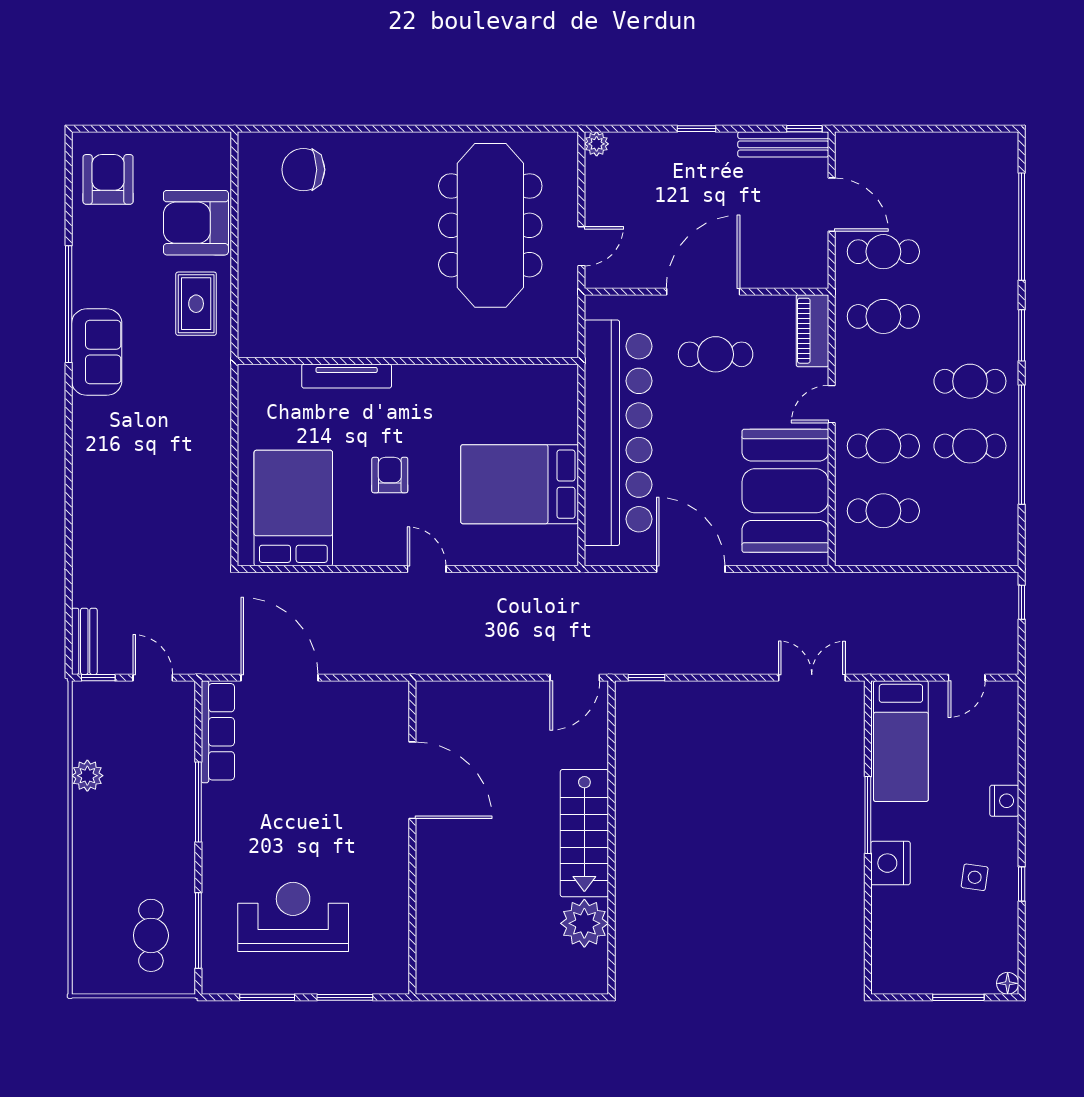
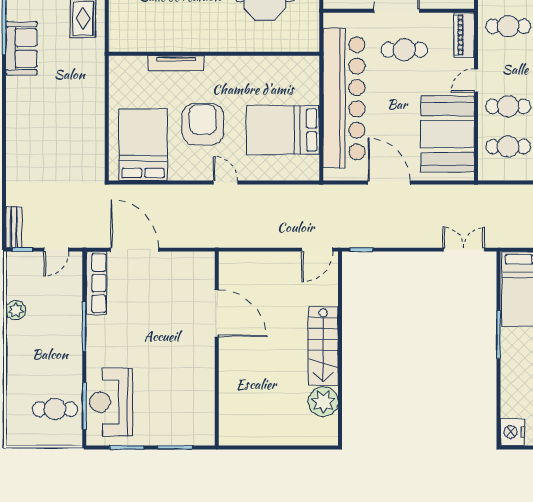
armchair: (390, 475) -> (203, 124), width x1.88, depth x1.88
door: (153, 678) -> (56, 250), swing flipped
nightstand: (890, 863) -> (512, 432), moved
reception desk: (293, 917) -> (111, 402), moved, turned -90
cafe table: (151, 935) -> (55, 409), turned 90

